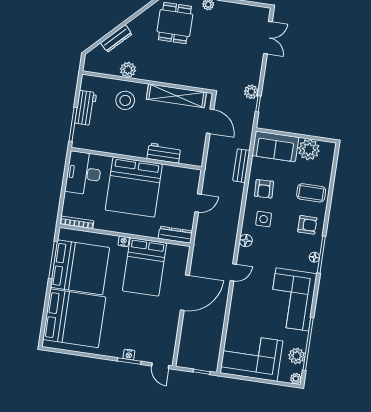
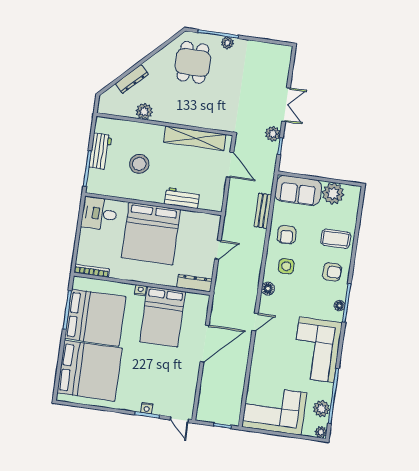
double door: (268, 38) -> (286, 105), moved
stool: (125, 100) -> (139, 164), moved
desk: (84, 173) -> (99, 214), width x0.73

